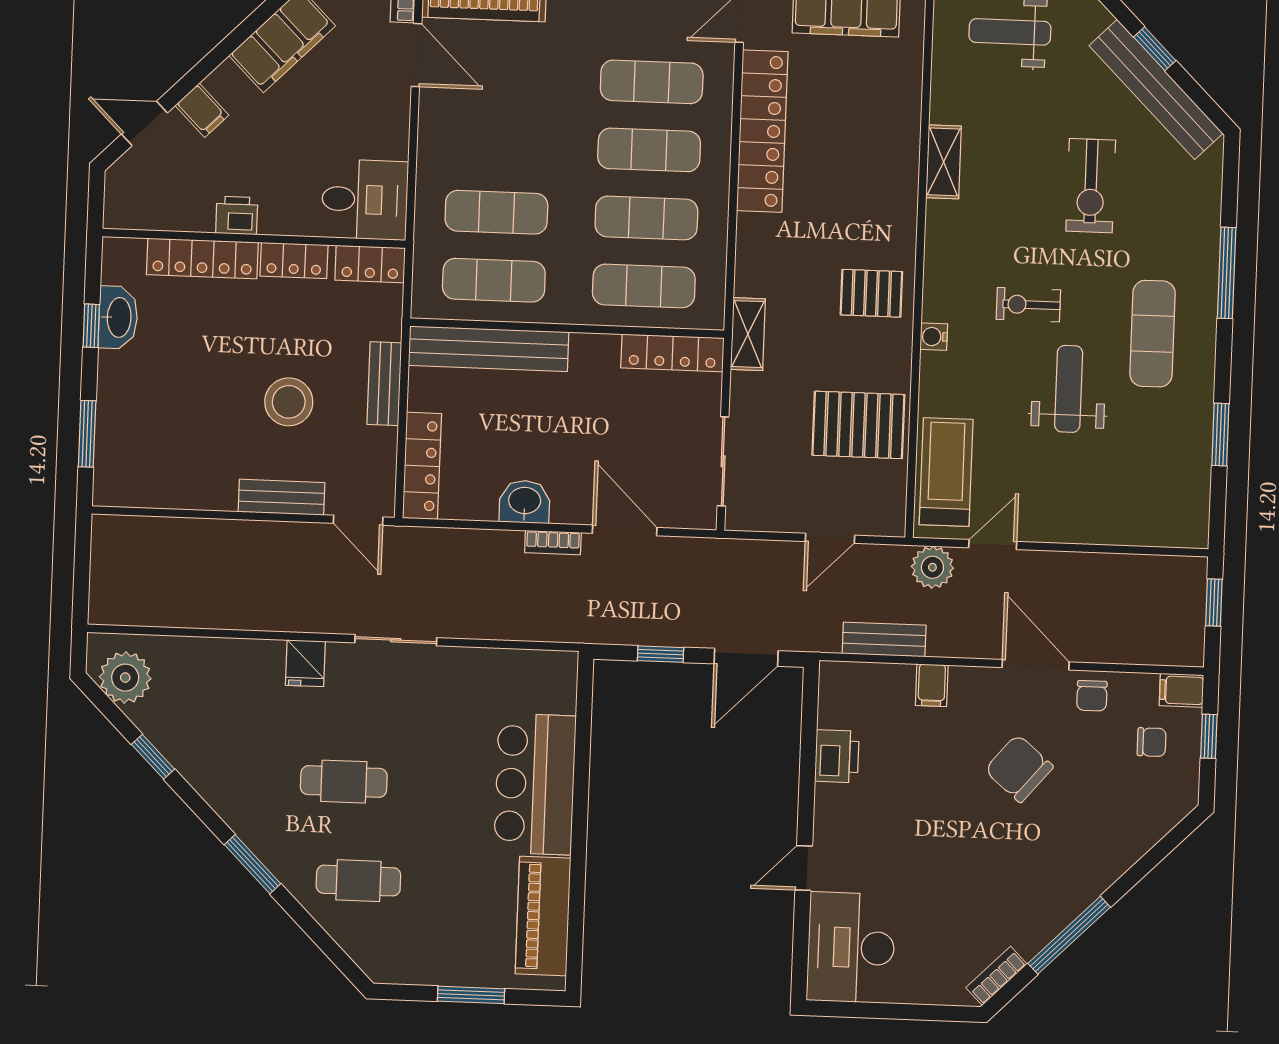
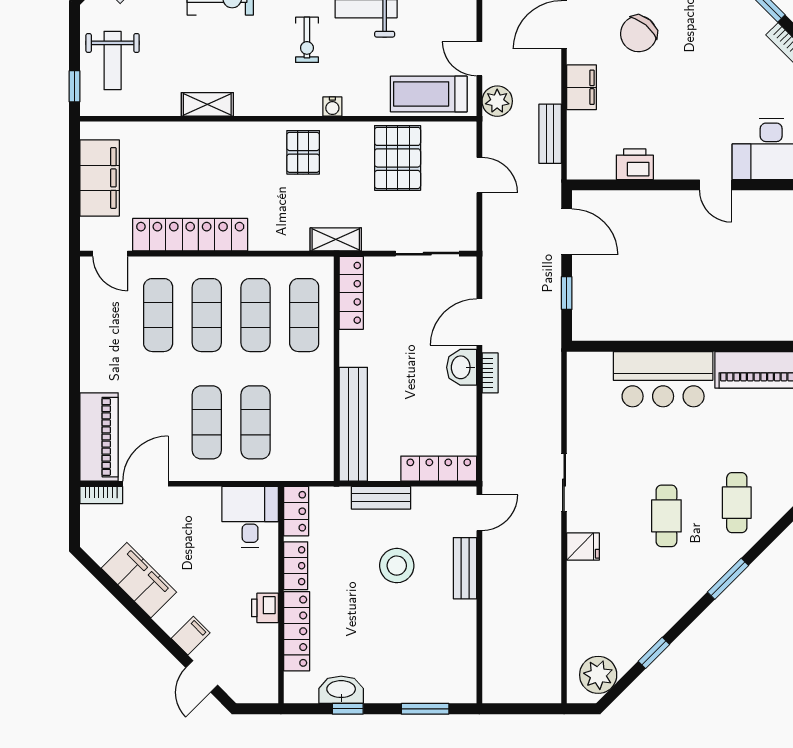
exercise mat: (494, 280) -> (207, 422), moved
washbasin: (525, 502) -> (462, 367), moved
filing cabinet: (932, 685) -> (582, 87), width x2.00

